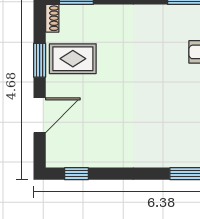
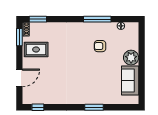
window: (40, 60) -> (19, 37), moved

